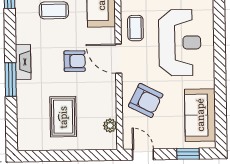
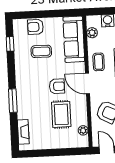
fireplace: (23, 62) -> (23, 132), moved
rug: (63, 117) -> (61, 114), moved

